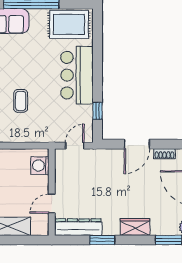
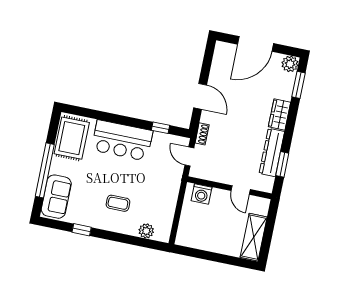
coffee table: (21, 101) -> (118, 203), moved
shoe rack: (164, 154) -> (202, 134), moved
dresser: (78, 227) -> (272, 152), moved
window: (102, 240) -> (282, 164), moved

